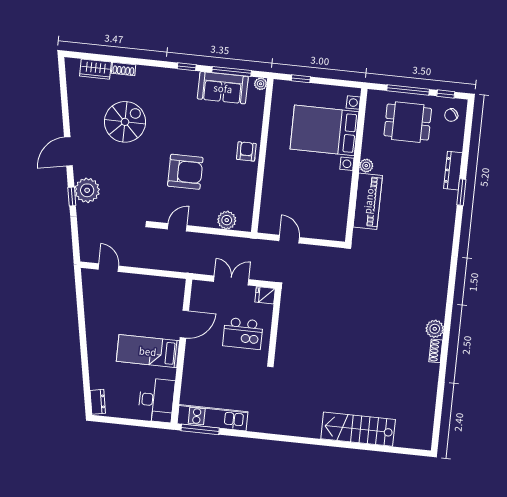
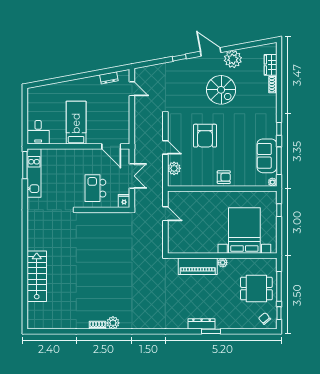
spiral stairs: (125, 122) -> (221, 90), moved
dining table: (408, 122) -> (256, 289), turned 90
dresser: (453, 171) -> (202, 324), moved
plant: (87, 190) -> (233, 59), moved
door: (177, 227) -> (165, 147), moved
door: (289, 239) -> (165, 214), hinge flipped
door: (108, 268) -> (132, 89), hinge flipped
door: (184, 324) -> (111, 146), moved
desk: (156, 400) -> (38, 132), width x0.73
dresser: (98, 402) -> (109, 78), moved

